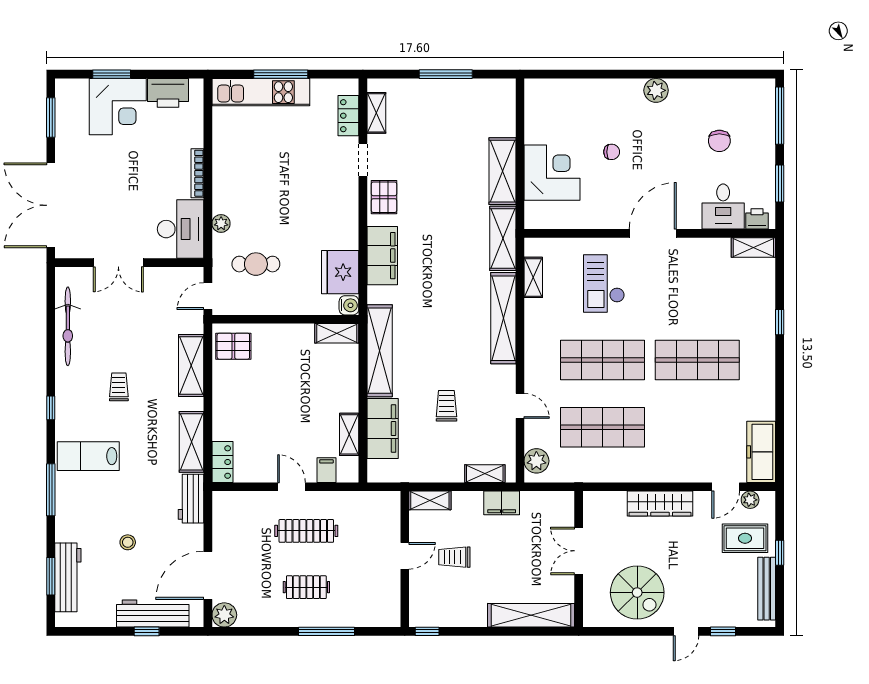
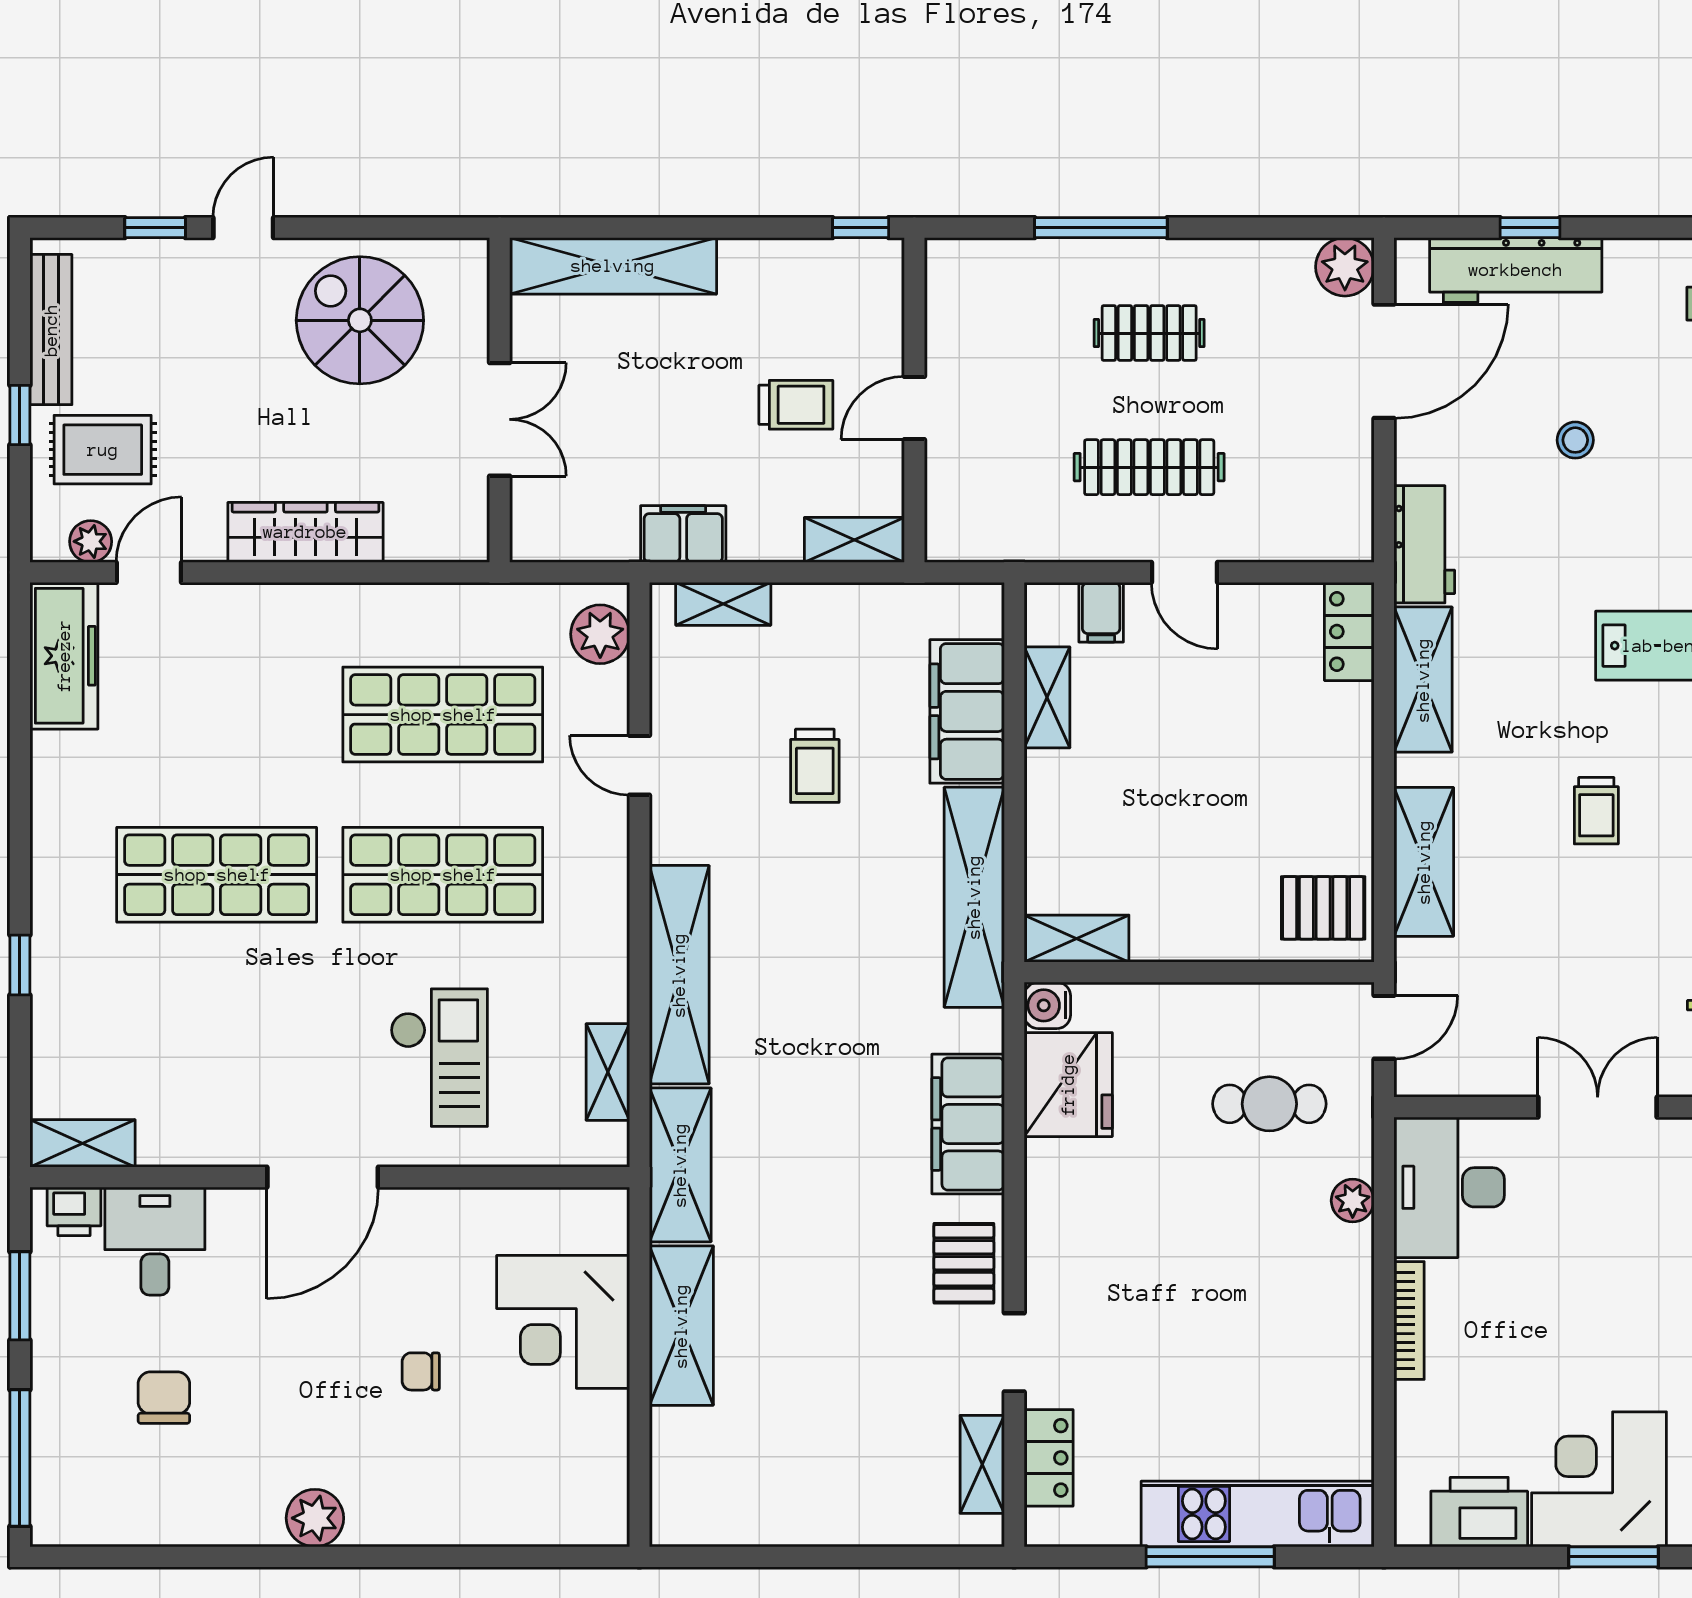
window: (446, 74) -> (817, 1557), removed

